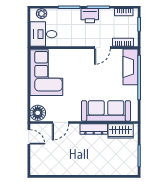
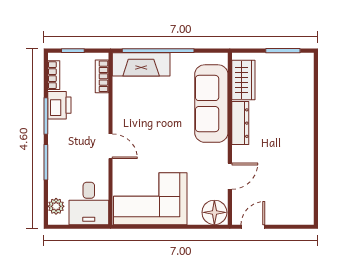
printer: (90, 16) -> (59, 105), moved
door: (102, 48) -> (110, 146), moved
door: (60, 122) -> (230, 176), hinge flipped

